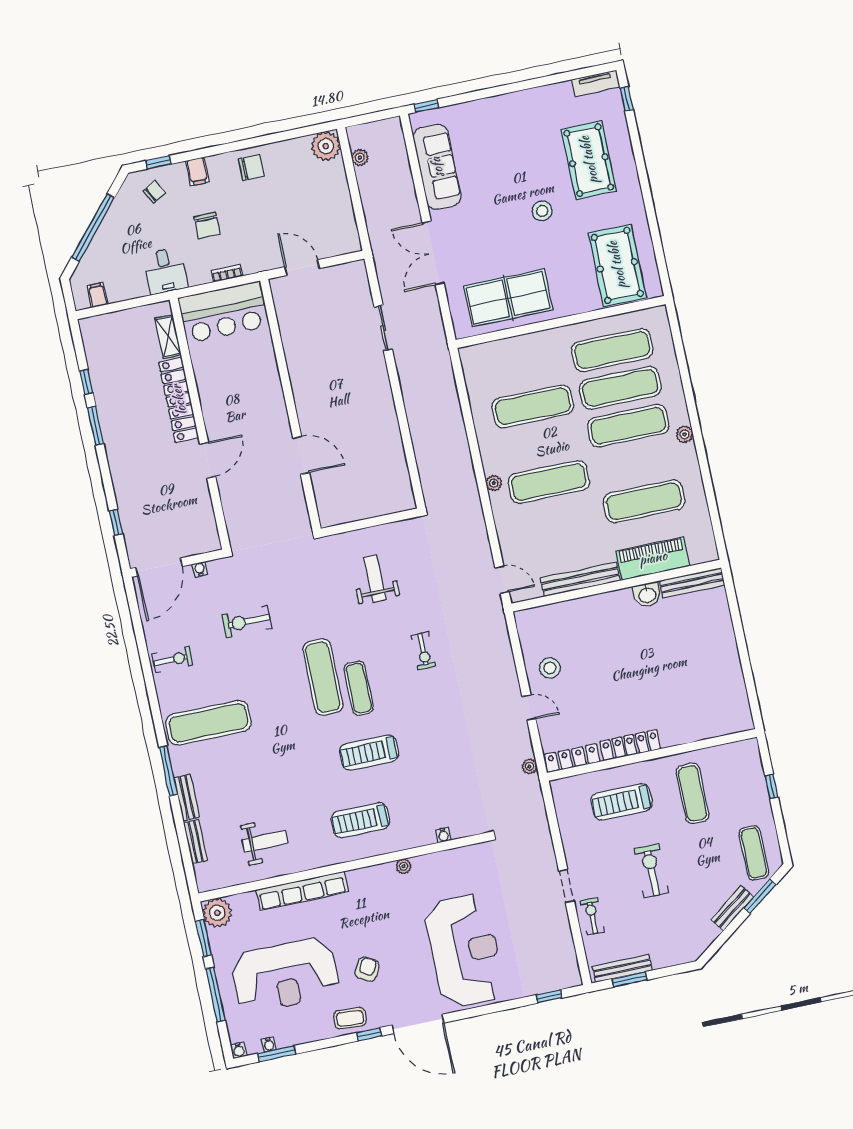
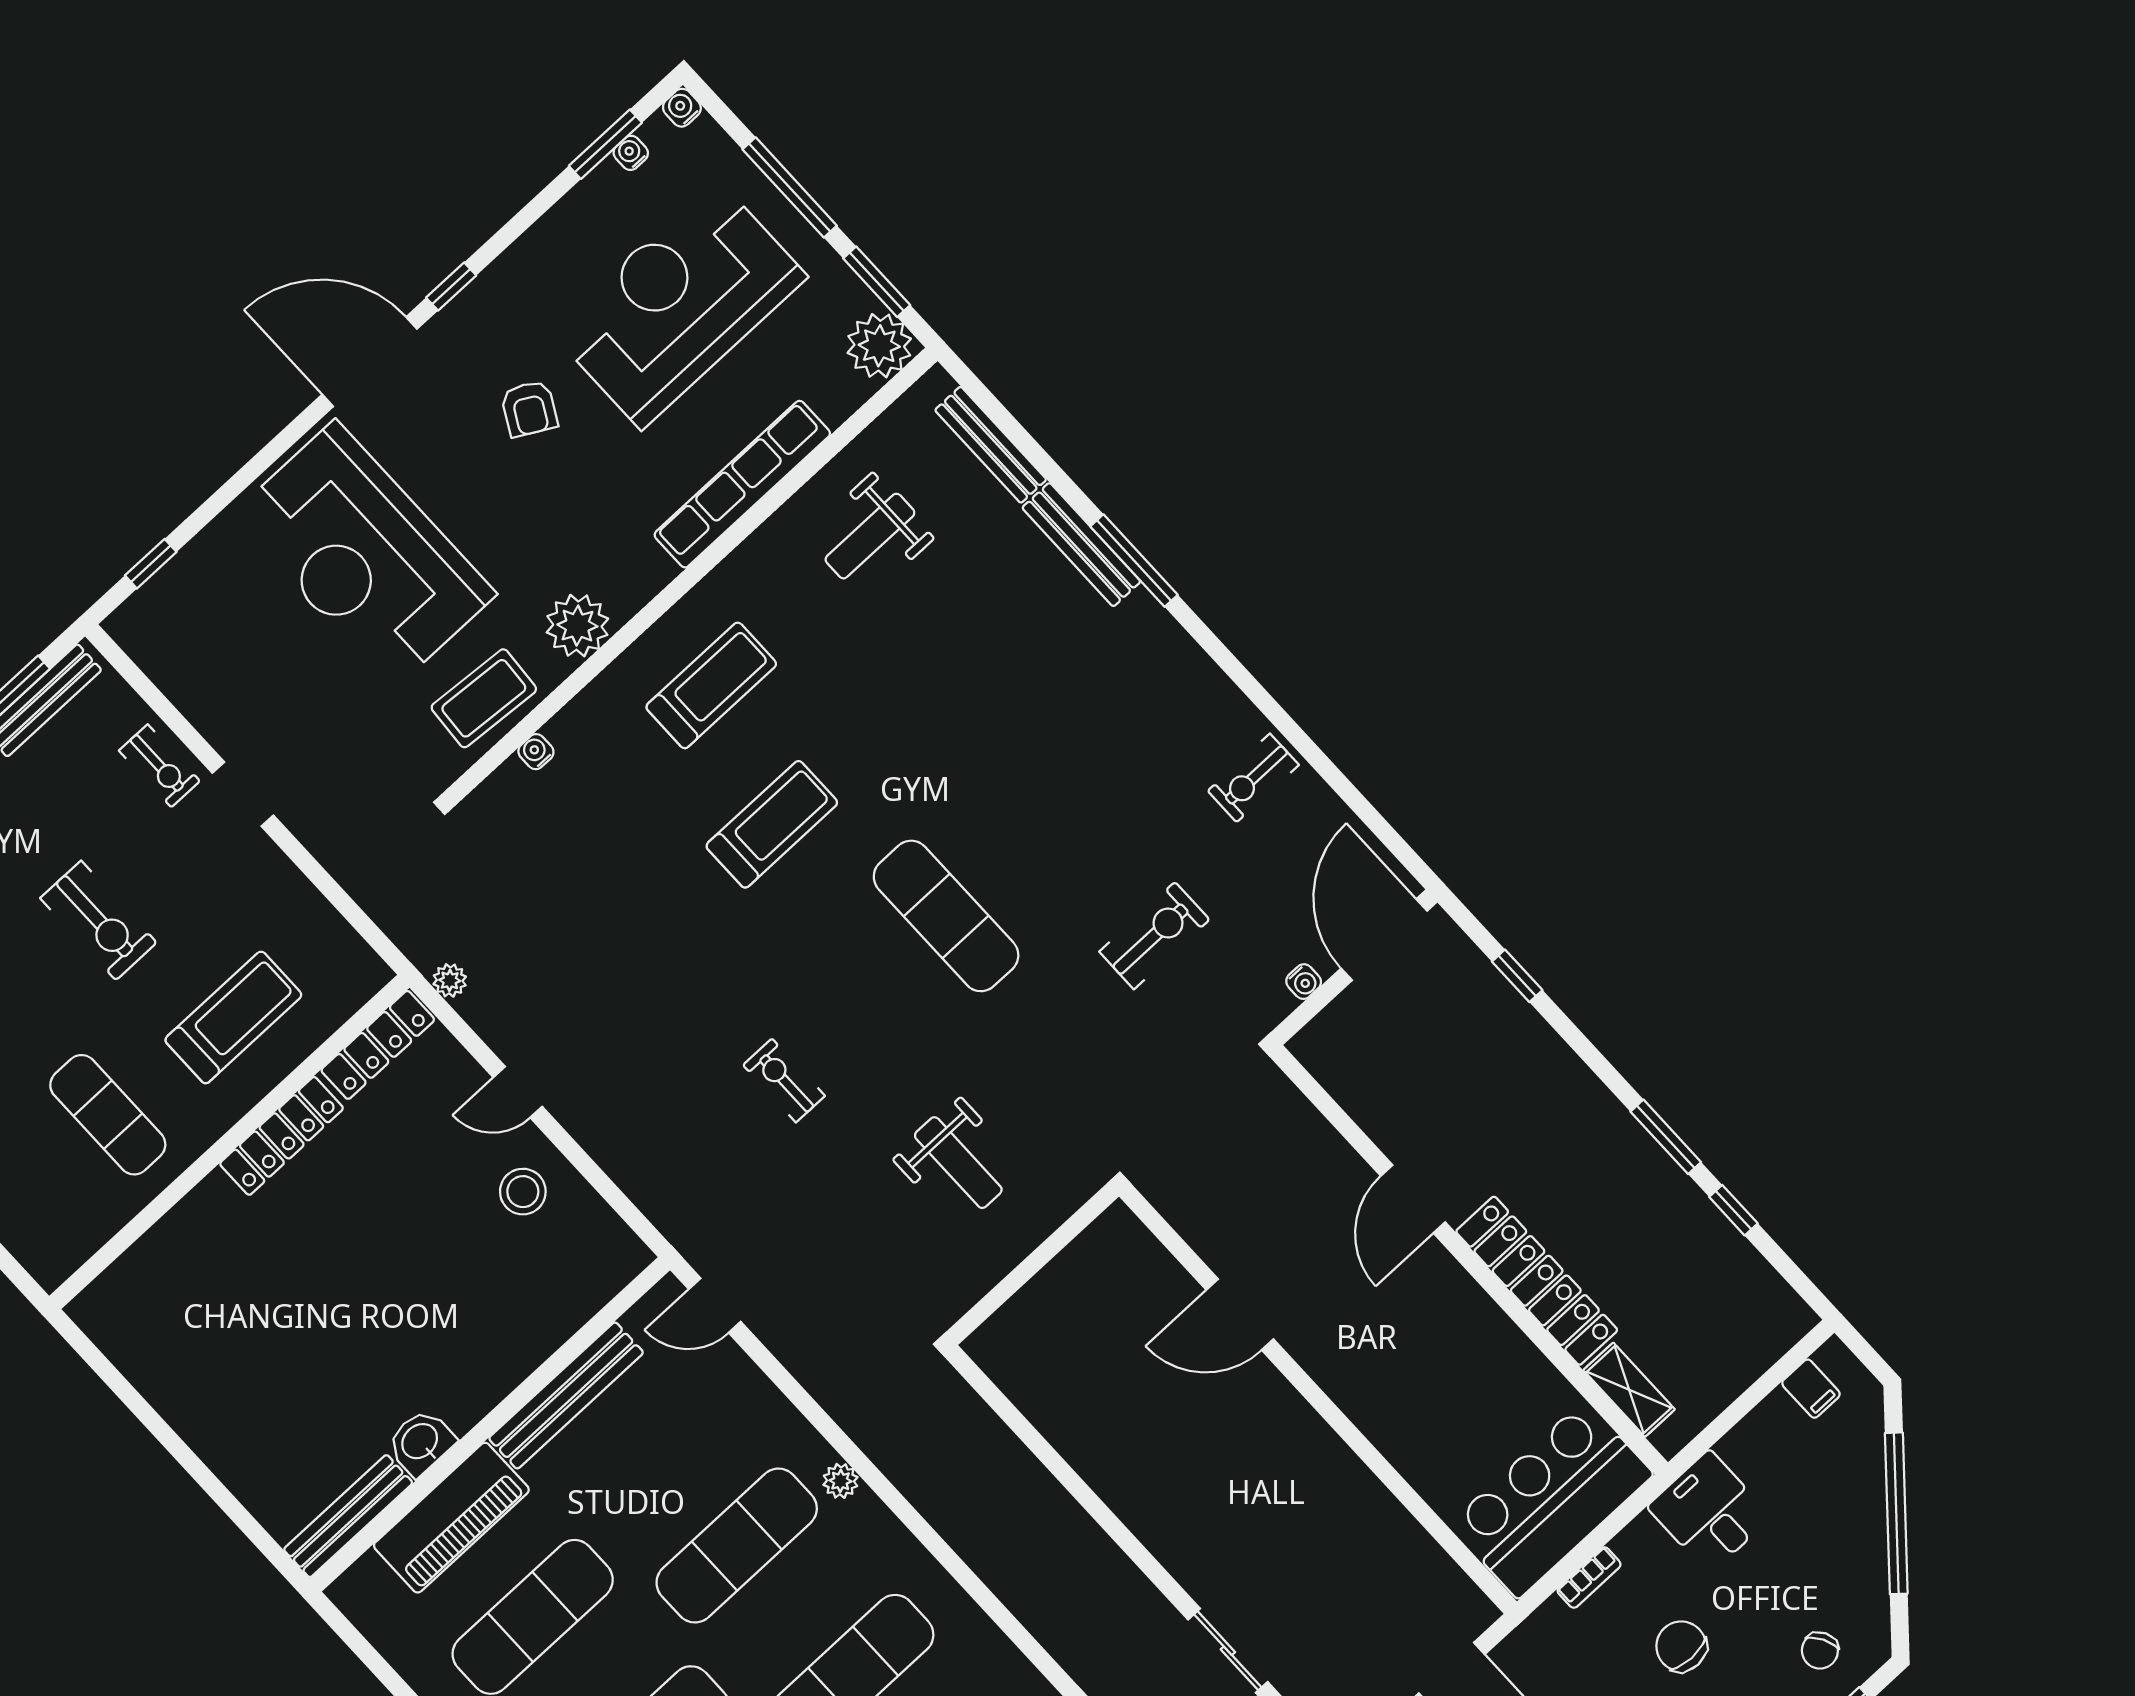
exercise mat: (359, 688) -> (865, 936), removed
exercise mat: (208, 723) -> (1112, 698), removed
bench: (187, 797) -> (1081, 545), width x1.36
bench: (195, 841) -> (991, 445), width x1.36
plant: (404, 866) -> (577, 626), width x1.88, depth x1.88
coffee table: (350, 1018) -> (484, 698), moved, width x1.36, depth x1.30

